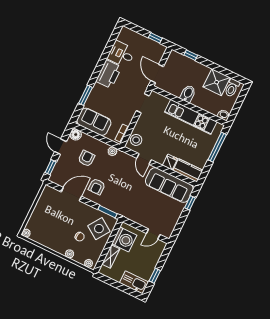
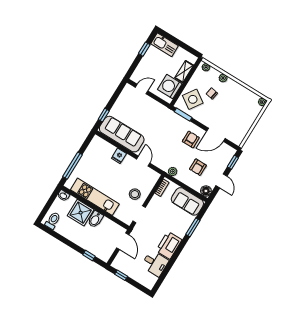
shower: (217, 82) -> (81, 213), moved
stool: (136, 140) -> (135, 194), moved
kitchen counter: (188, 170) -> (103, 146), removed

